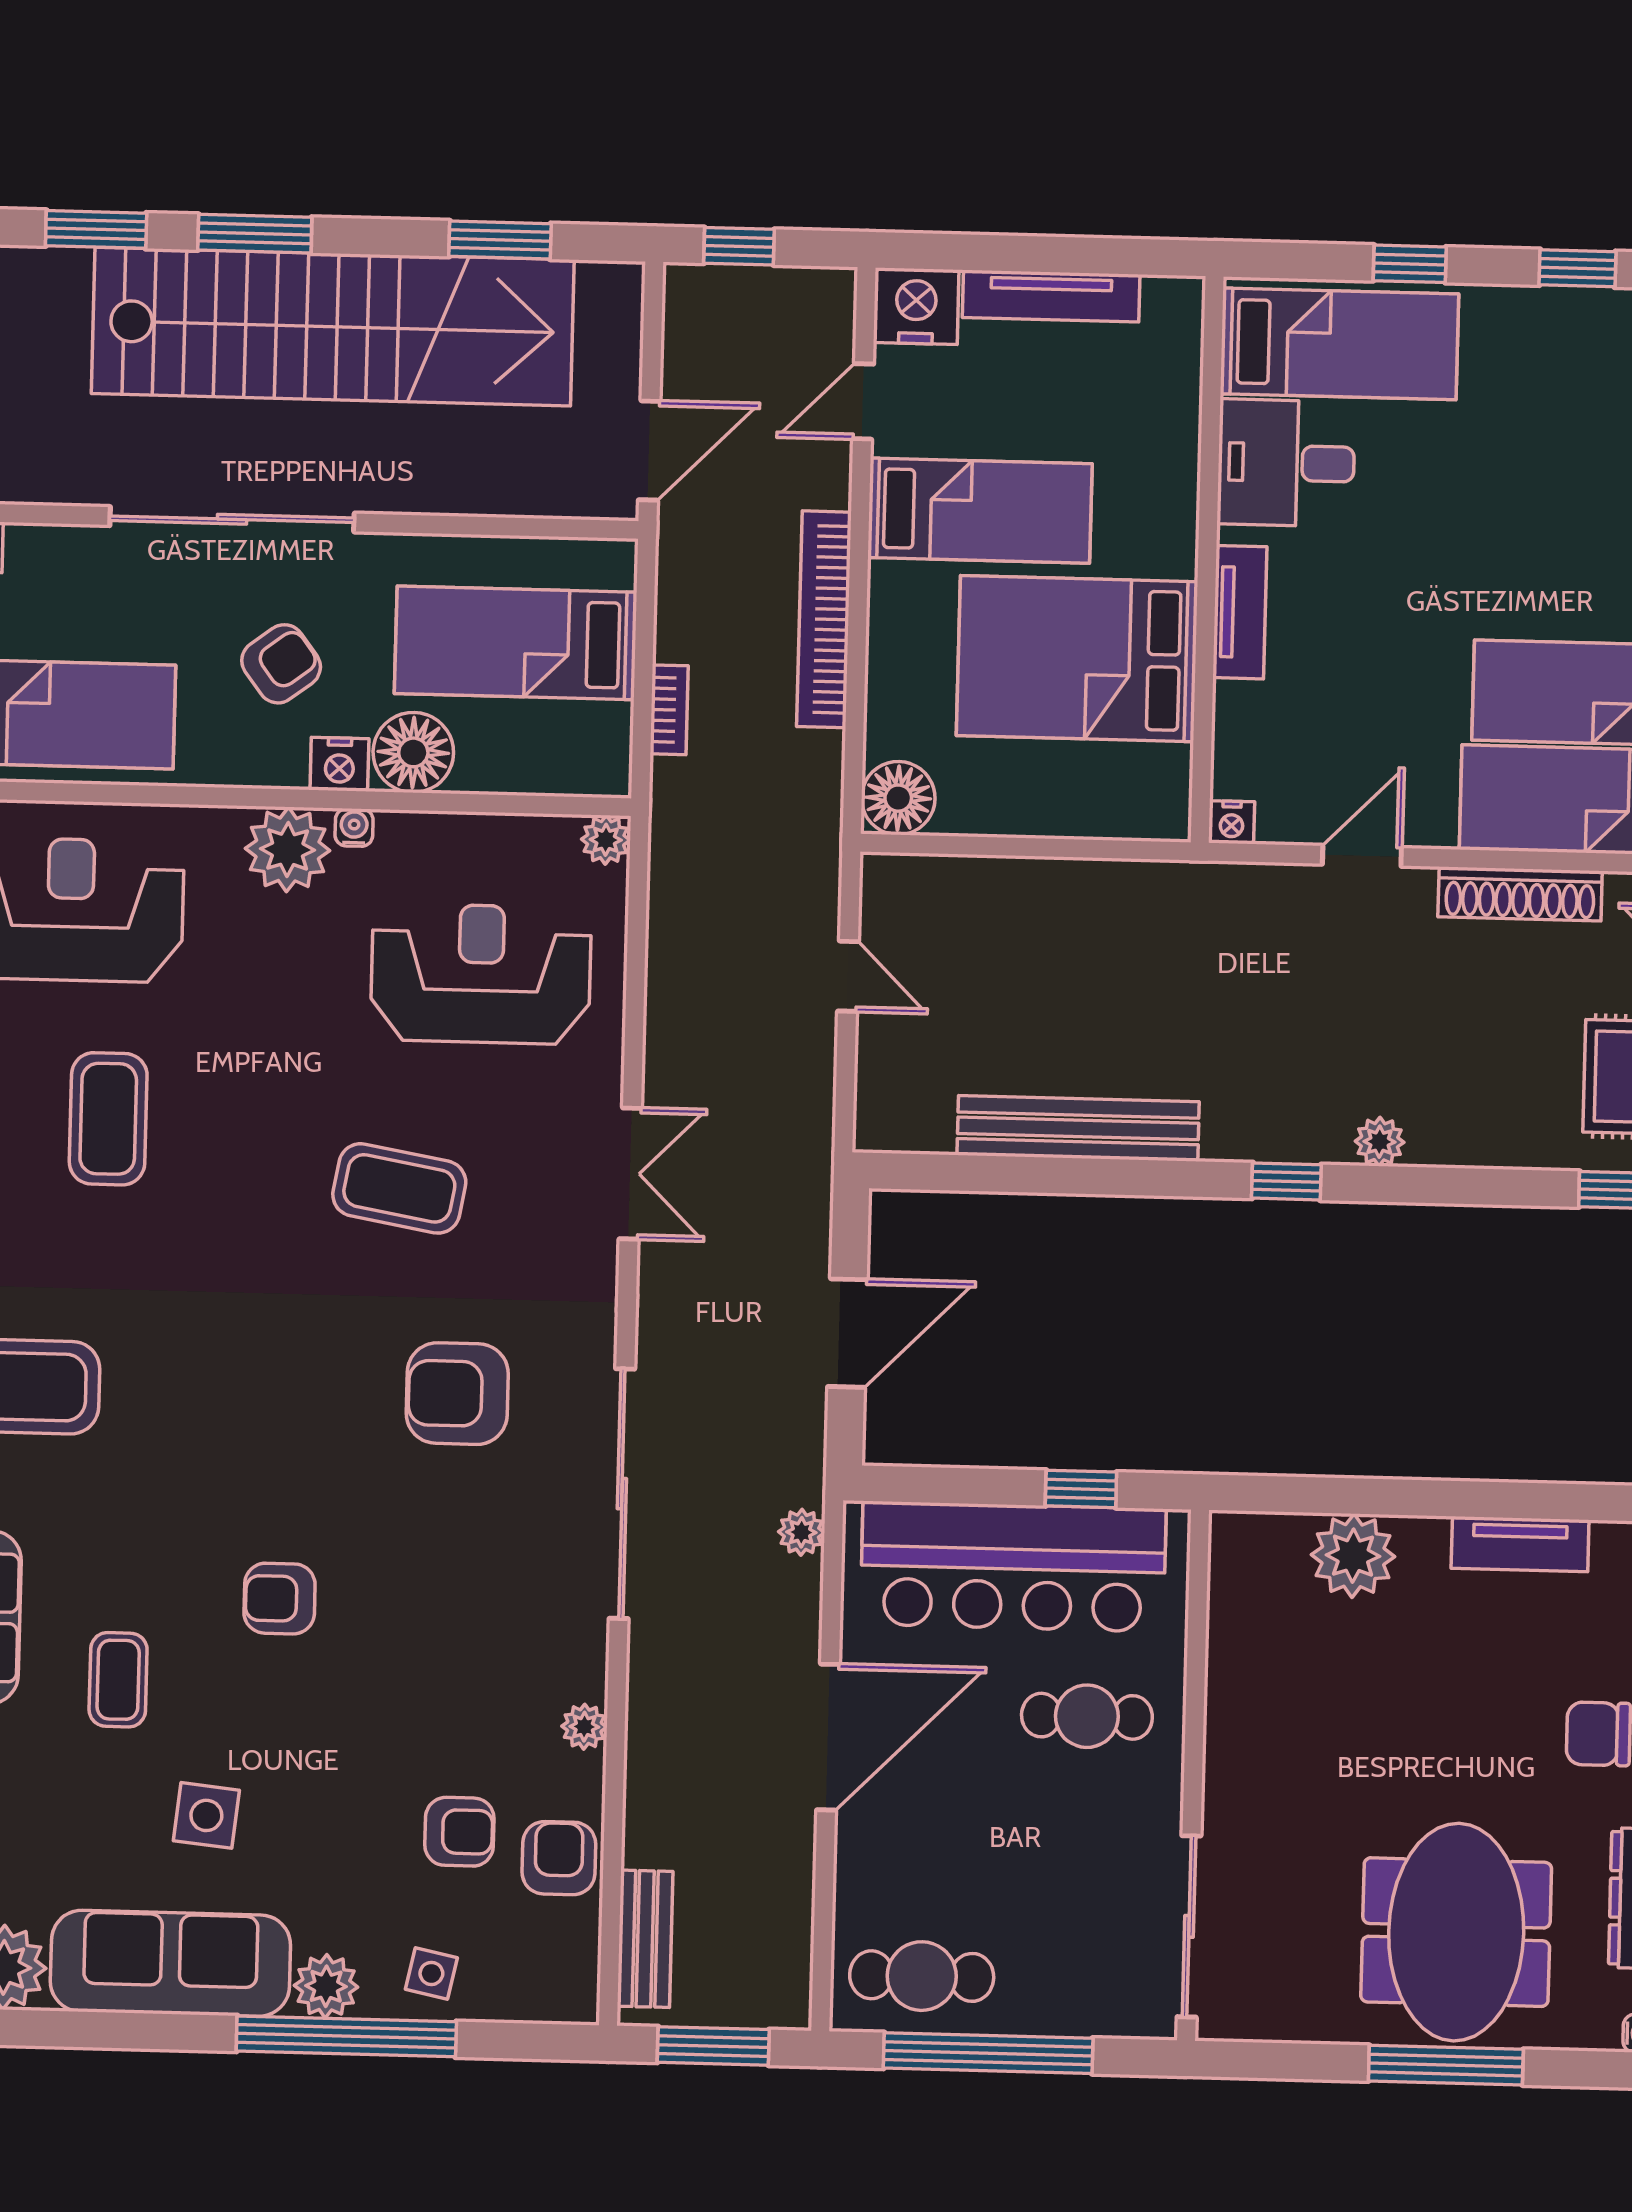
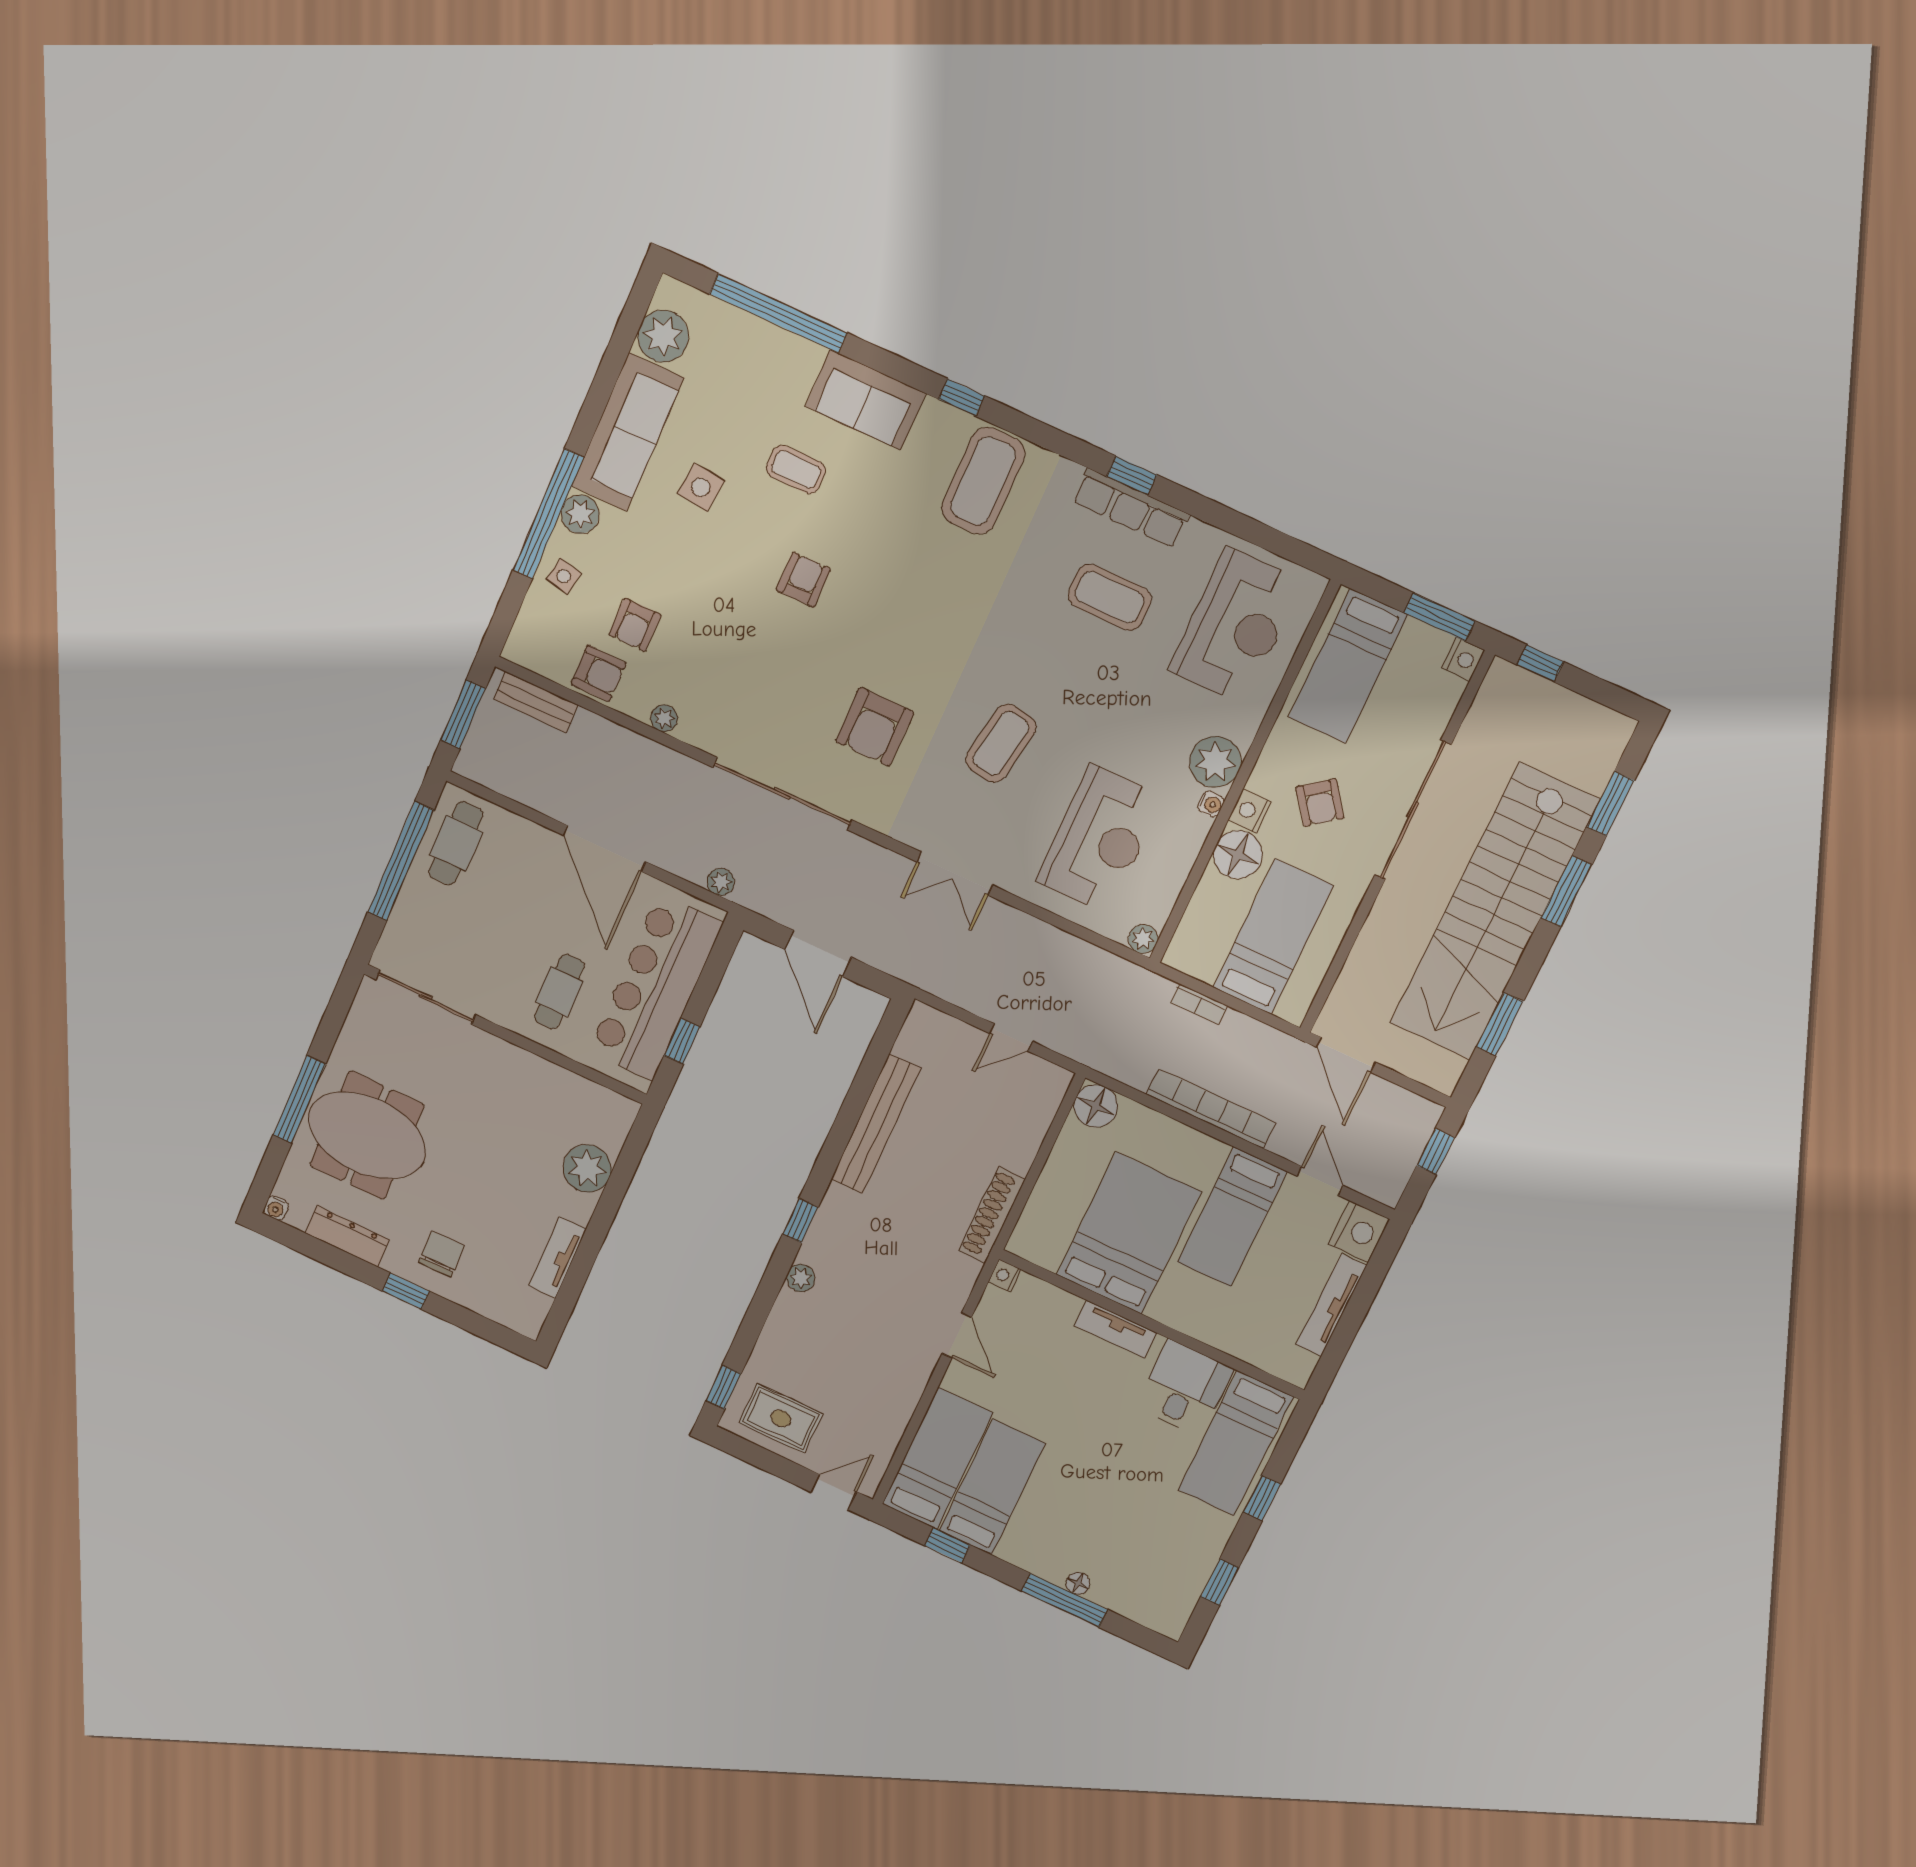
shoe rack: (1520, 894) -> (992, 1215), moved
armchair: (457, 1394) -> (875, 727), turned 180

